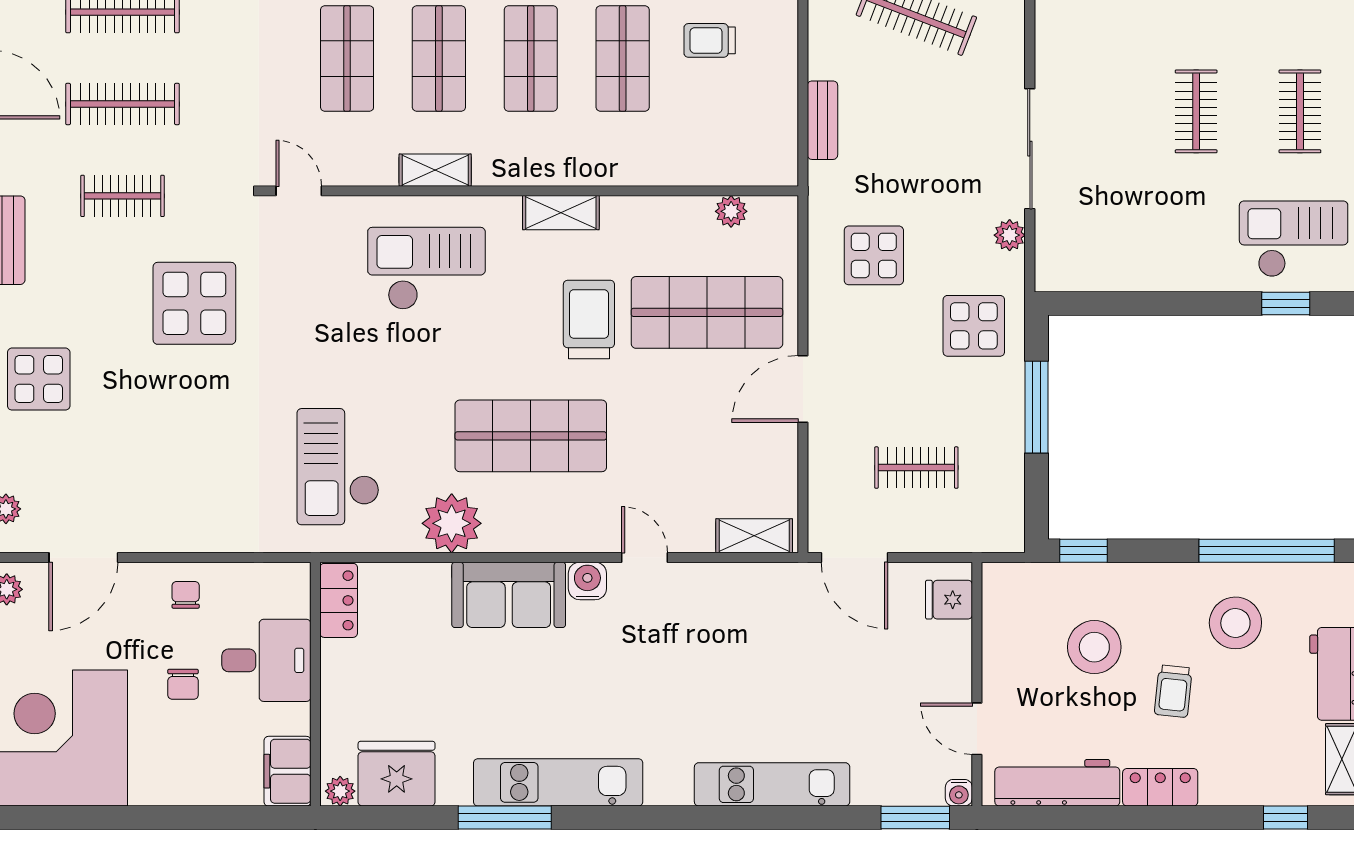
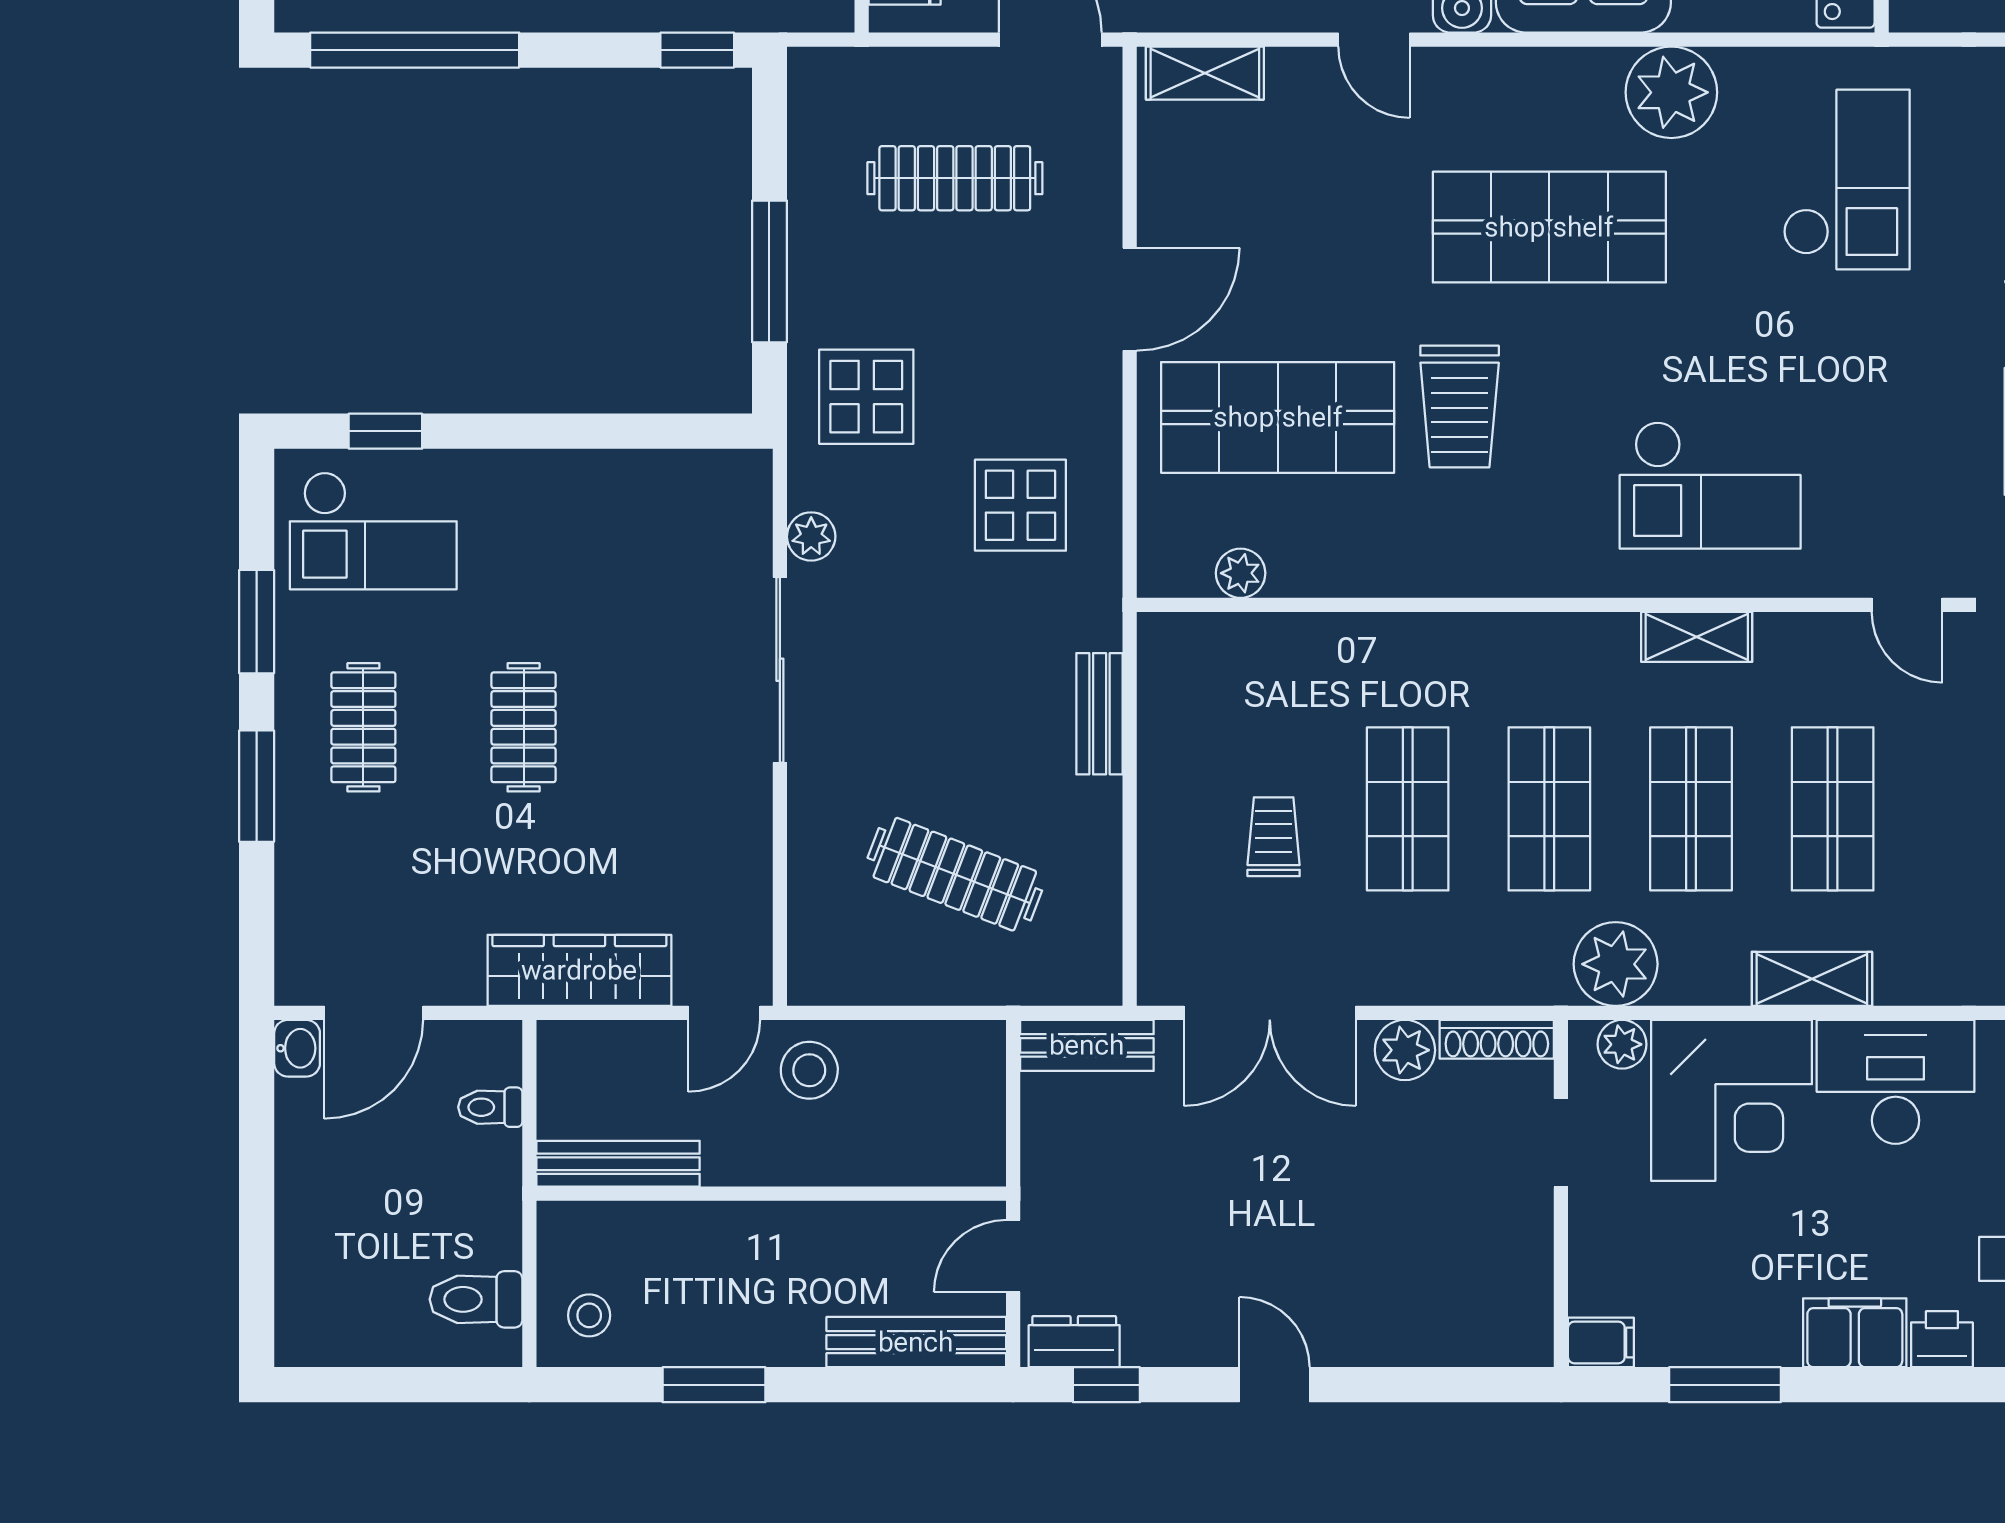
trolley: (710, 40) -> (1274, 837), turned -90
shelving: (561, 213) -> (1503, 571), removed
clothes rail: (916, 468) -> (955, 178), width x1.36

